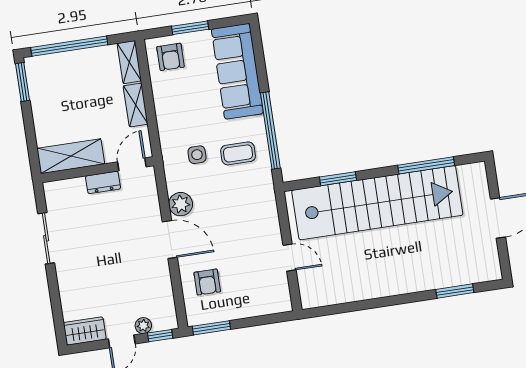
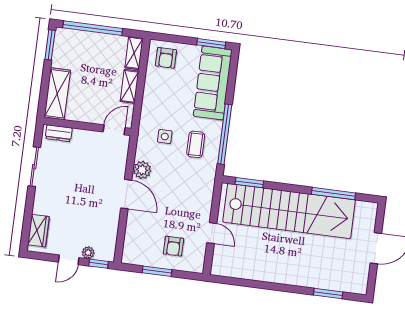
window: (190, 28) -> (211, 44), moved
coffee table: (238, 153) -> (196, 144), turned 90
shelving: (71, 156) -> (57, 94), moved, turned 90
window: (338, 179) -> (249, 183), moved
dresser: (103, 182) -> (59, 133), moved
armchair: (207, 282) -> (173, 246), moved
window: (211, 328) -> (157, 271), moved
wardrobe: (85, 331) -> (38, 231), moved, turned 90

